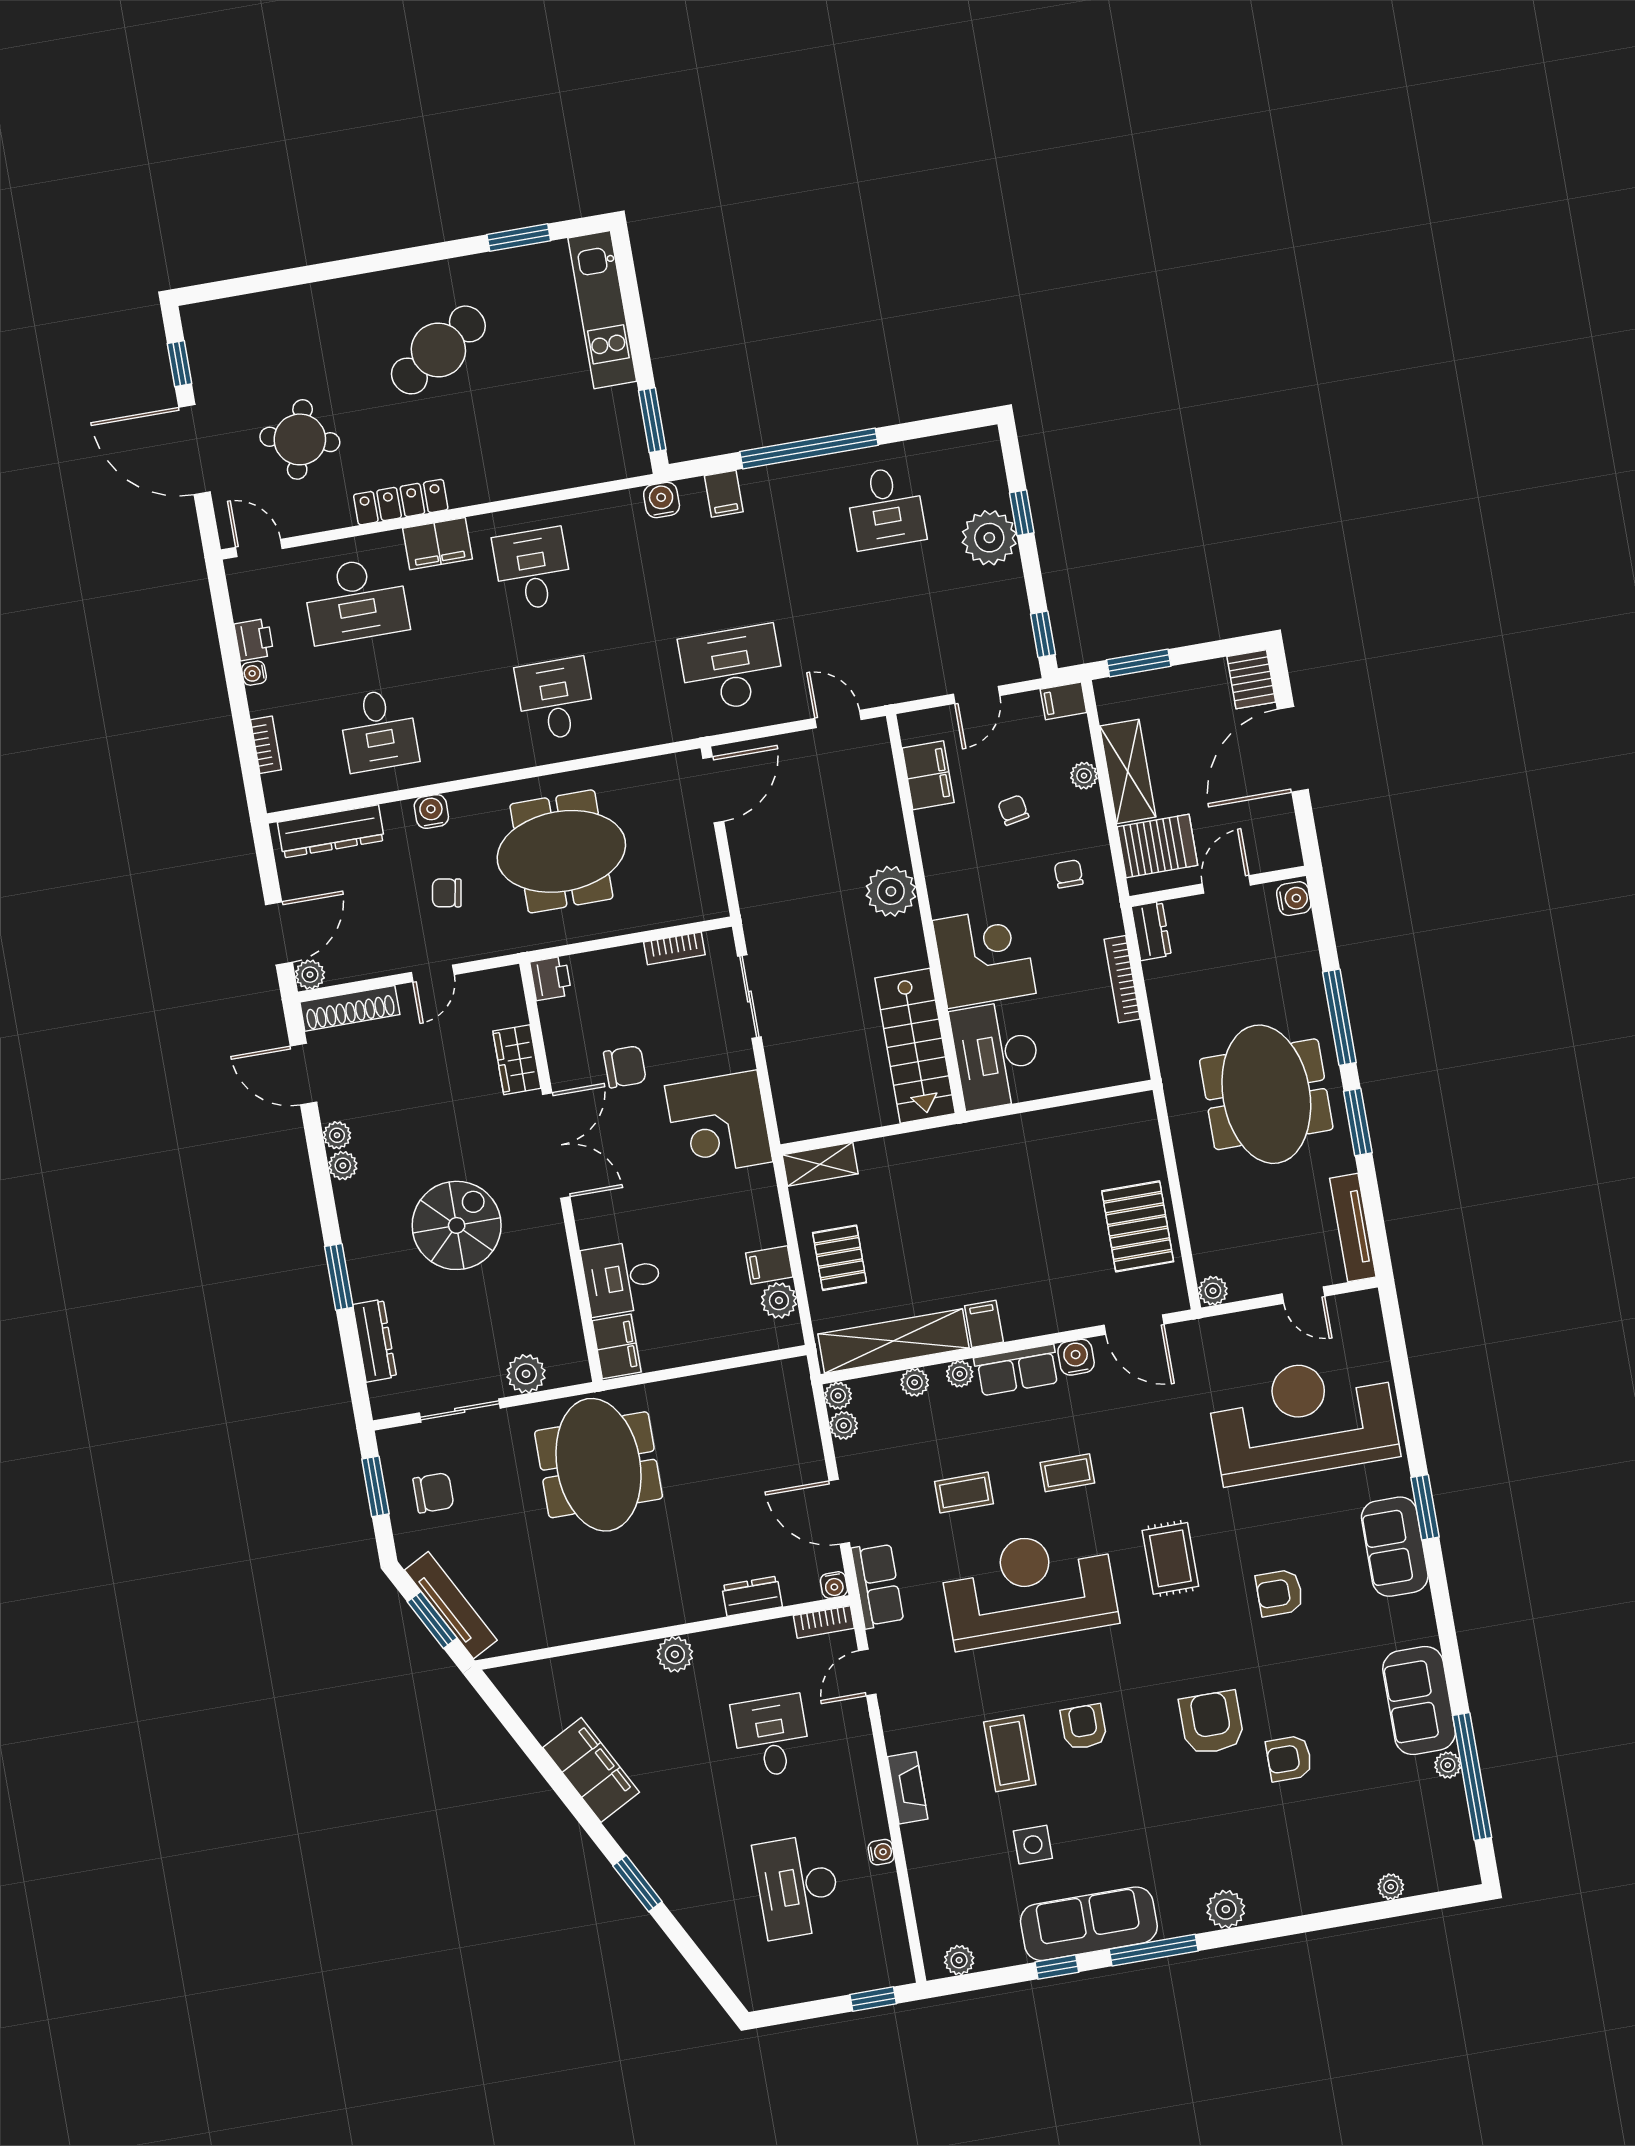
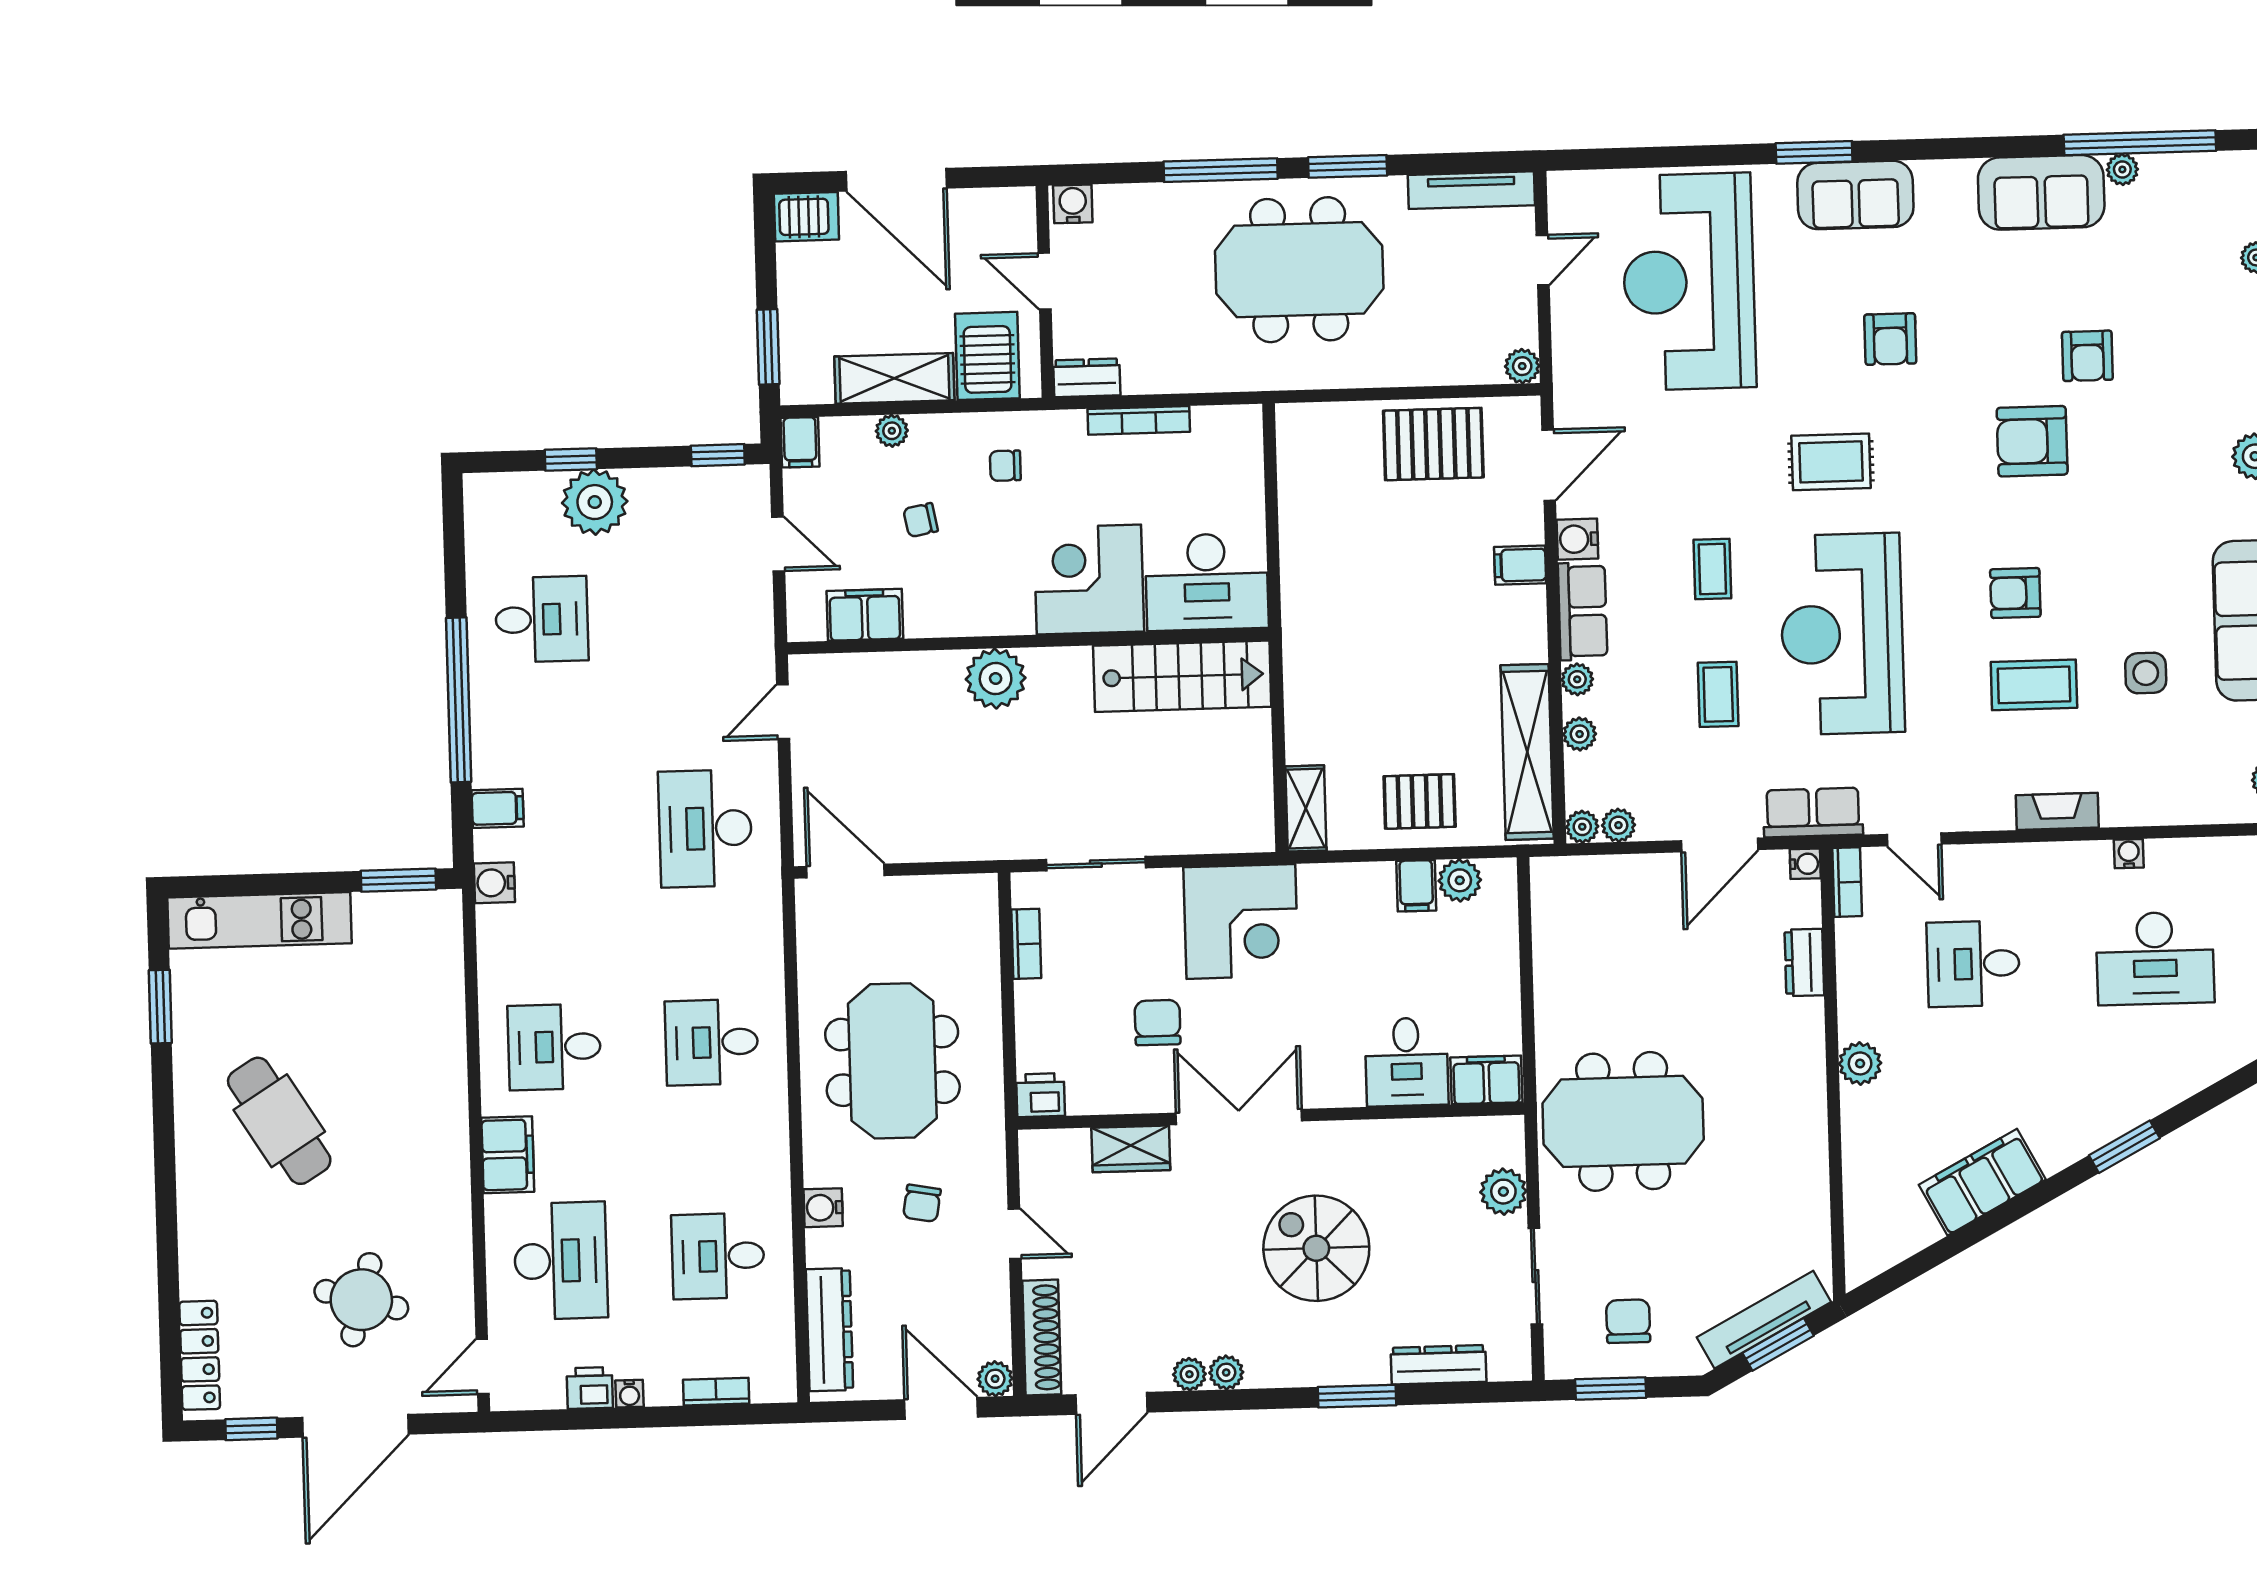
locker: (401, 502) -> (200, 1355), moved, turned 180
desk: (379, 730) -> (718, 1256), turned 180
filing cabinet: (984, 1324) -> (1520, 565), moved

